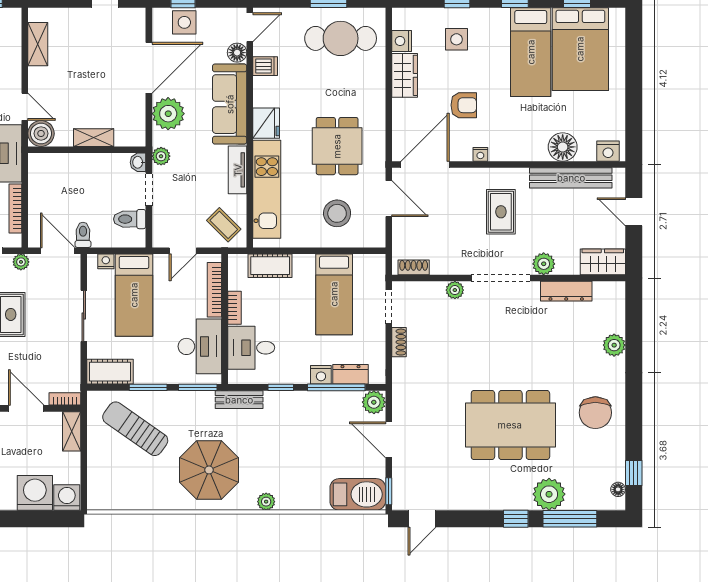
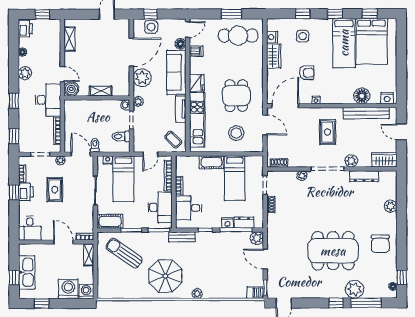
cot: (270, 266) -> (211, 162), moved
barbecue: (358, 494) -> (255, 293), width x0.53, depth x0.65

